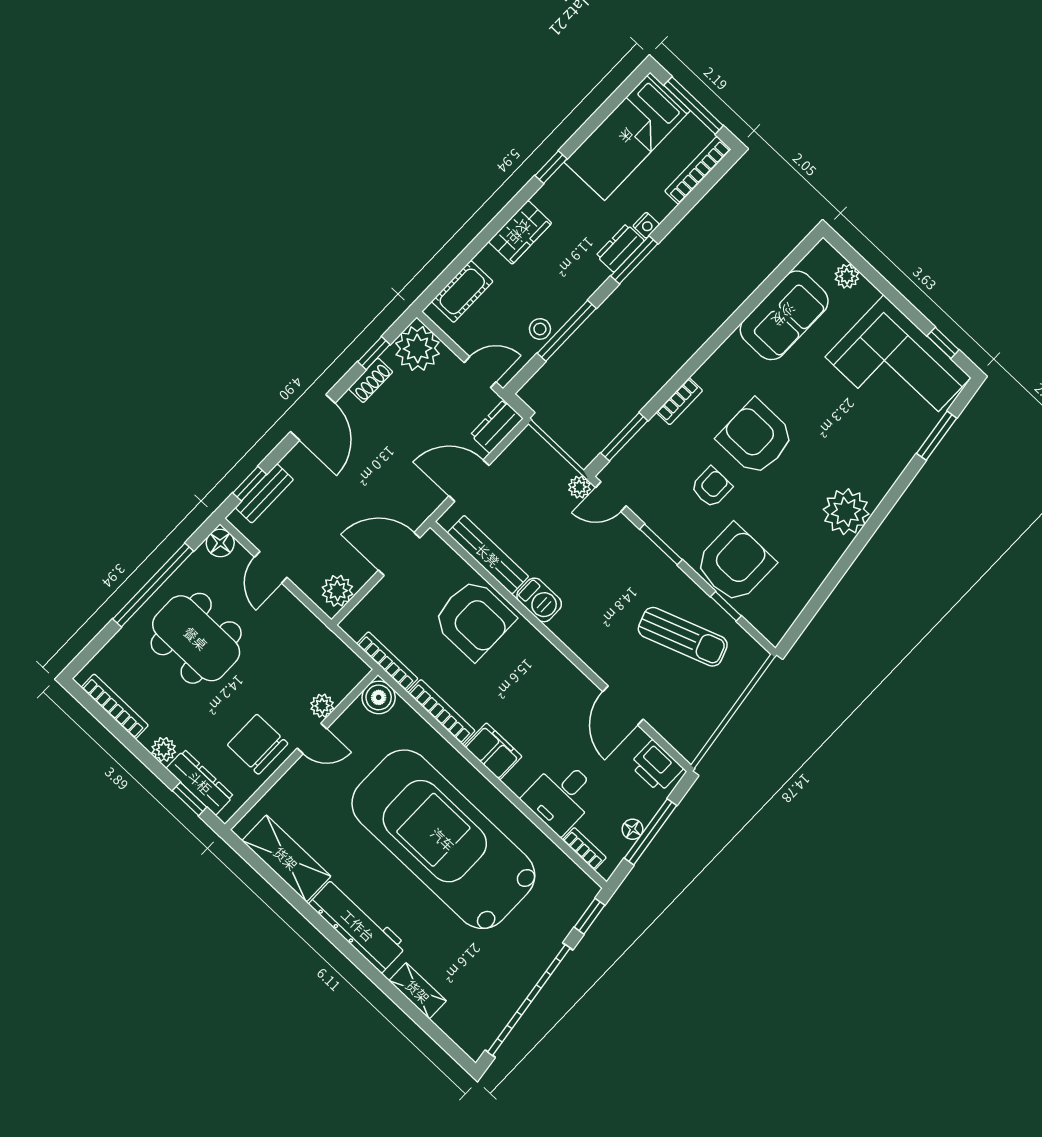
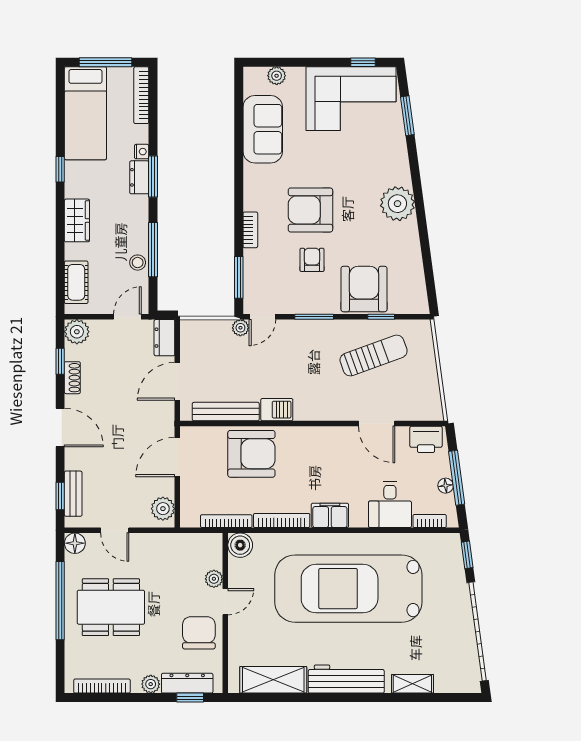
plant: (417, 349) -> (77, 332), width x0.73, depth x0.73
chair: (258, 744) -> (199, 633), turned 90

